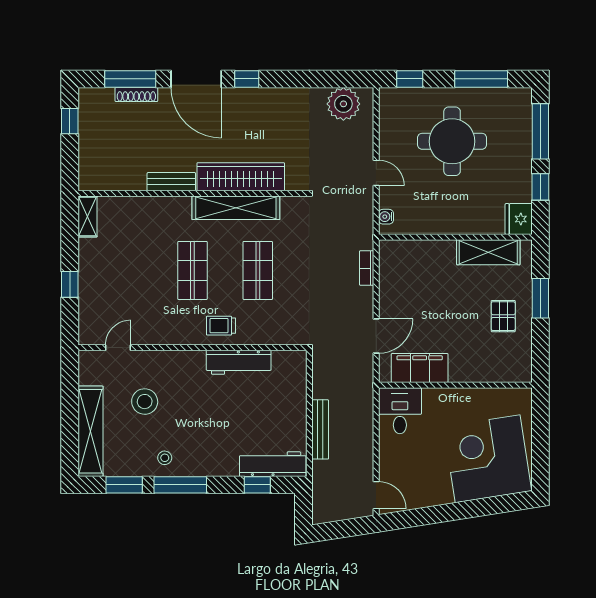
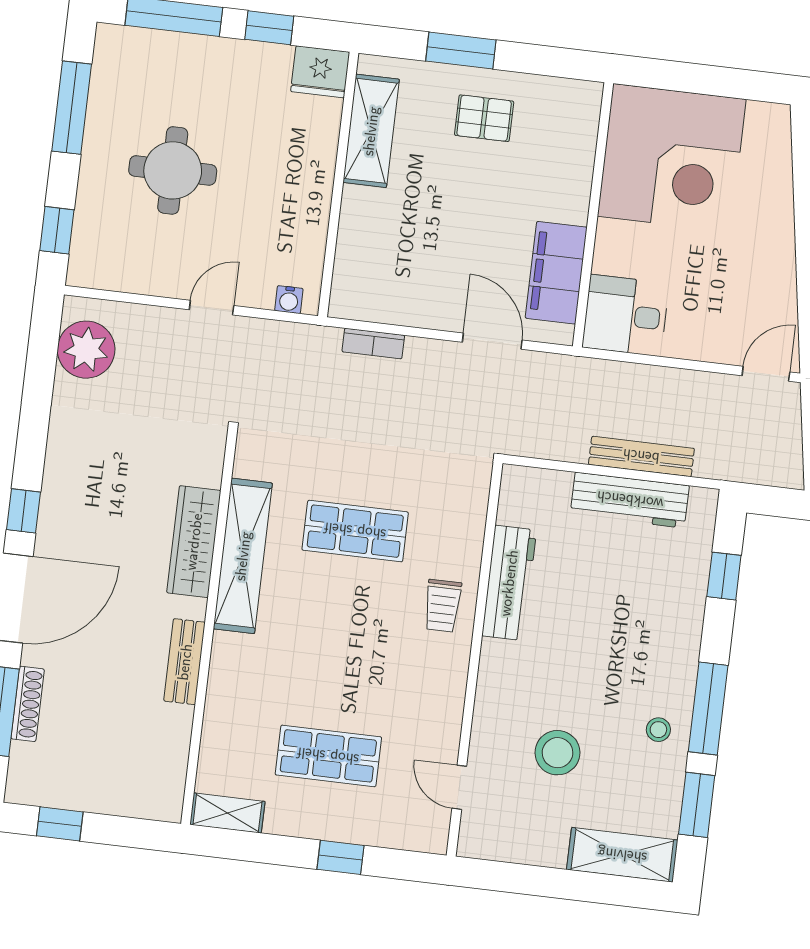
round table: (452, 141) -> (173, 170), width x0.73, depth x0.73
wardrobe: (241, 177) -> (194, 542), width x0.71, depth x0.85
shop shelf: (192, 270) -> (328, 756), moved
shelving: (91, 431) -> (622, 855), width x0.68
corner desk: (488, 459) -> (672, 158), moved, turned -81
workbench: (273, 464) -> (630, 500), moved, turned -90

